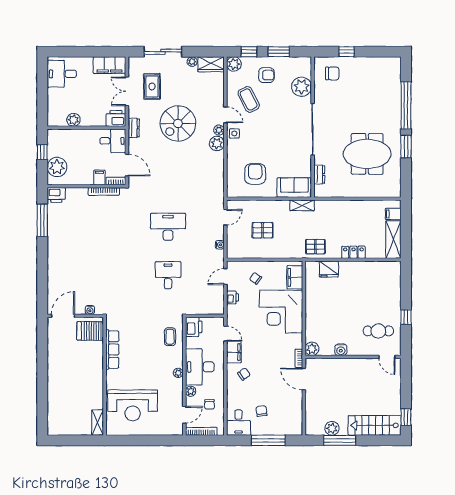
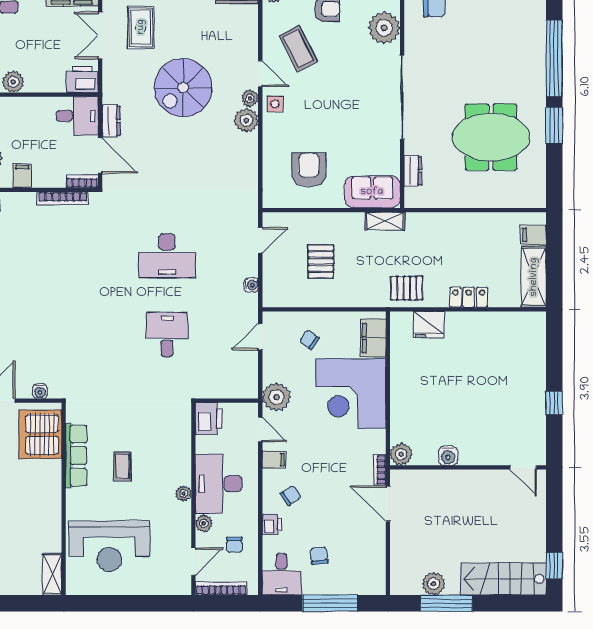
dresser: (134, 128) -> (111, 121), moved
filing cabinet: (99, 178) -> (22, 176), moved
desk: (168, 227) -> (167, 256), turned 180
pallet: (263, 230) -> (321, 261), turned 90
printer: (232, 297) -> (272, 524), moved
plant: (235, 314) -> (276, 397), added
server rack: (90, 331) -> (40, 434), width x1.60
cafe table: (378, 331) -> (509, 425), removed
coffee table: (170, 337) -> (122, 466), moved
filing cabinet: (234, 352) -> (274, 460), width x0.50

